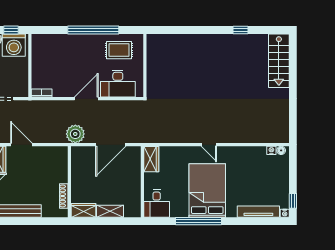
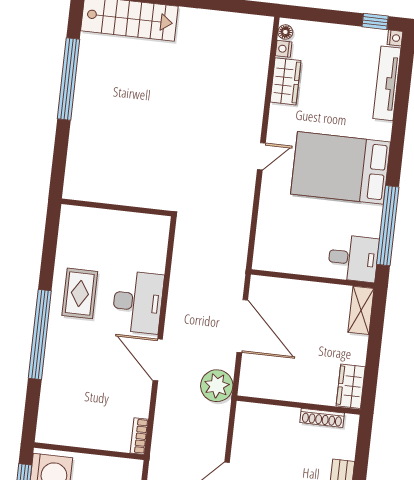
window: (240, 30) -> (69, 79), width x3.17
wall: (145, 65) -> (116, 207), moved
wardrobe: (151, 159) -> (286, 81), moved, turned 90
shelving: (110, 211) -> (361, 310), moved
window: (199, 221) -> (388, 226), moved

